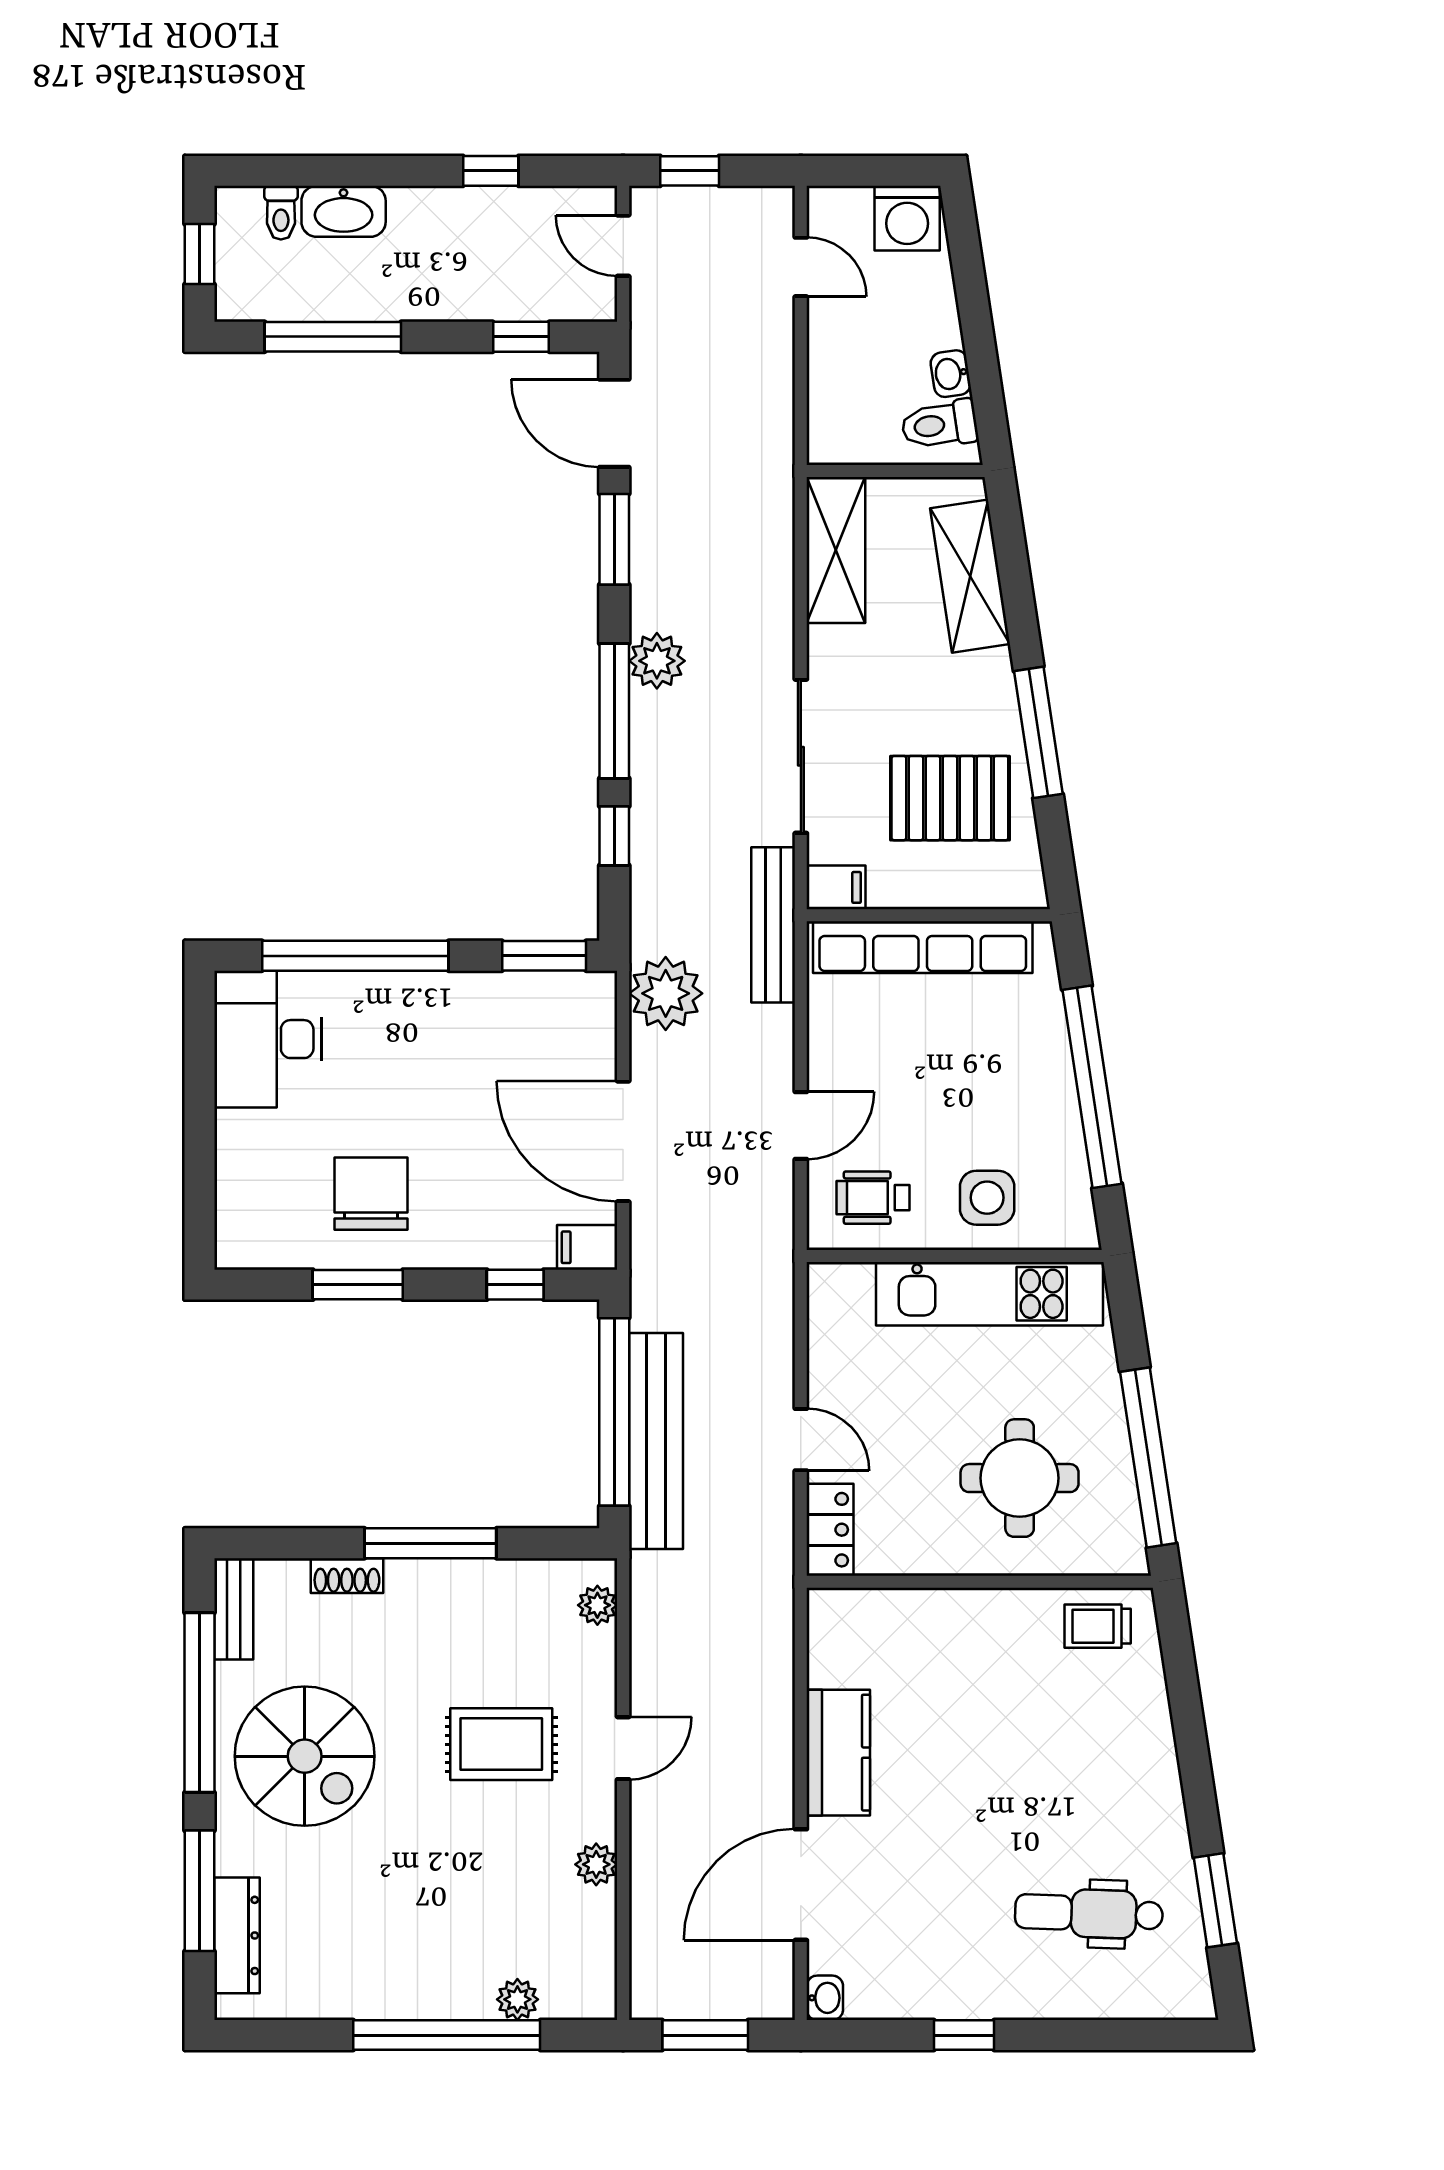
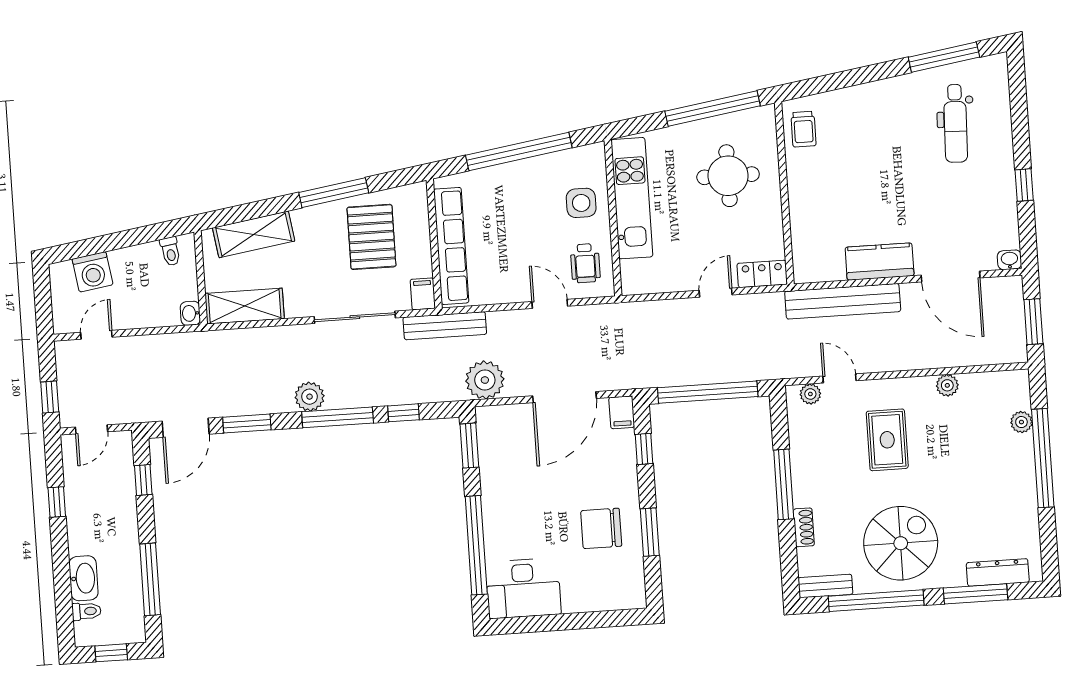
washing machine: (907, 218) -> (93, 272), moved, turned 81
washbasin: (951, 374) -> (190, 313), moved, turned 99
toilet: (940, 425) -> (170, 251), width x0.73, depth x0.72
bench: (656, 1441) -> (843, 301), moved
door: (623, 1748) -> (840, 378), moved
window: (1215, 1900) -> (944, 57), width x1.44

